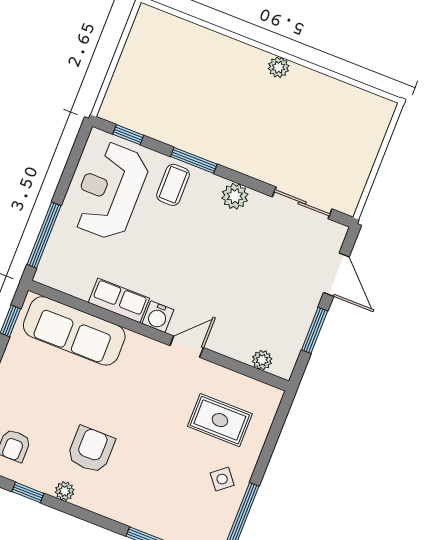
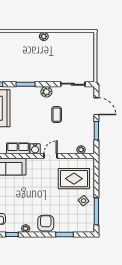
coffee table: (173, 185) -> (57, 115), moved
rug: (220, 420) -> (74, 179), width x1.36, depth x1.43
armchair: (91, 450) -> (46, 223), moved

